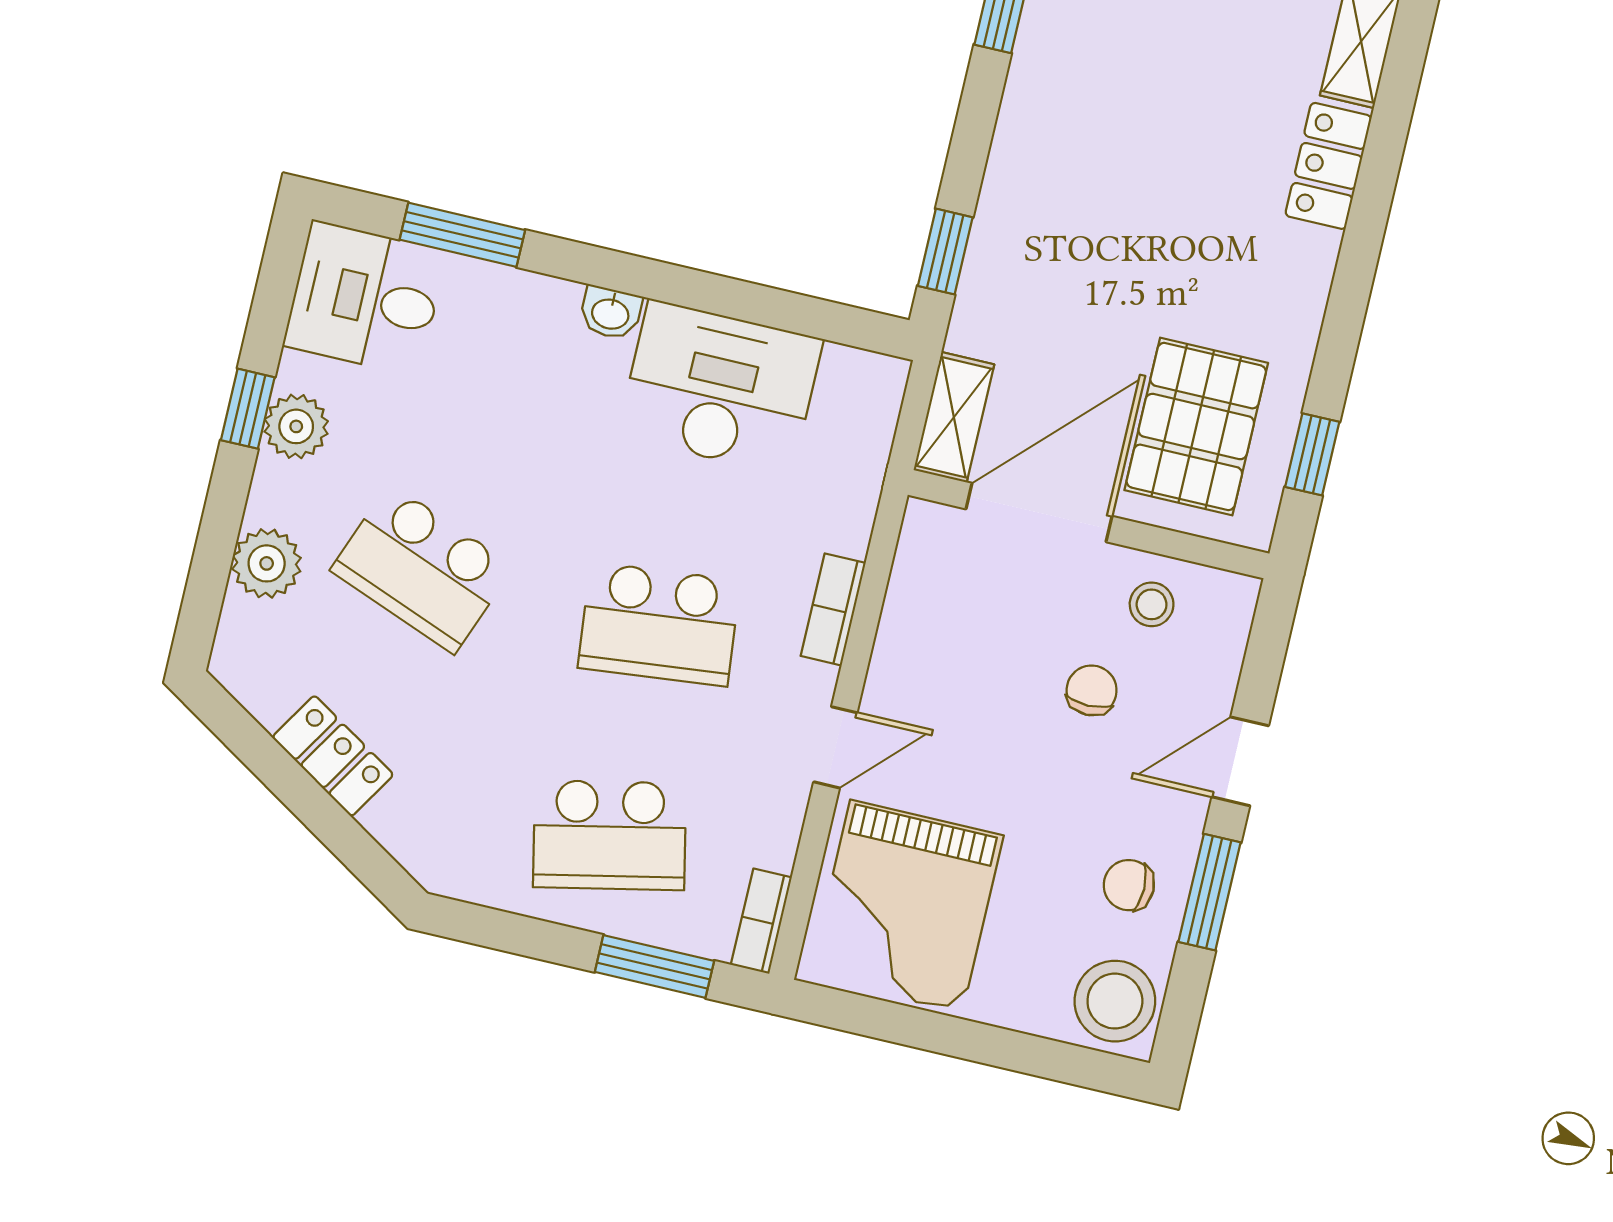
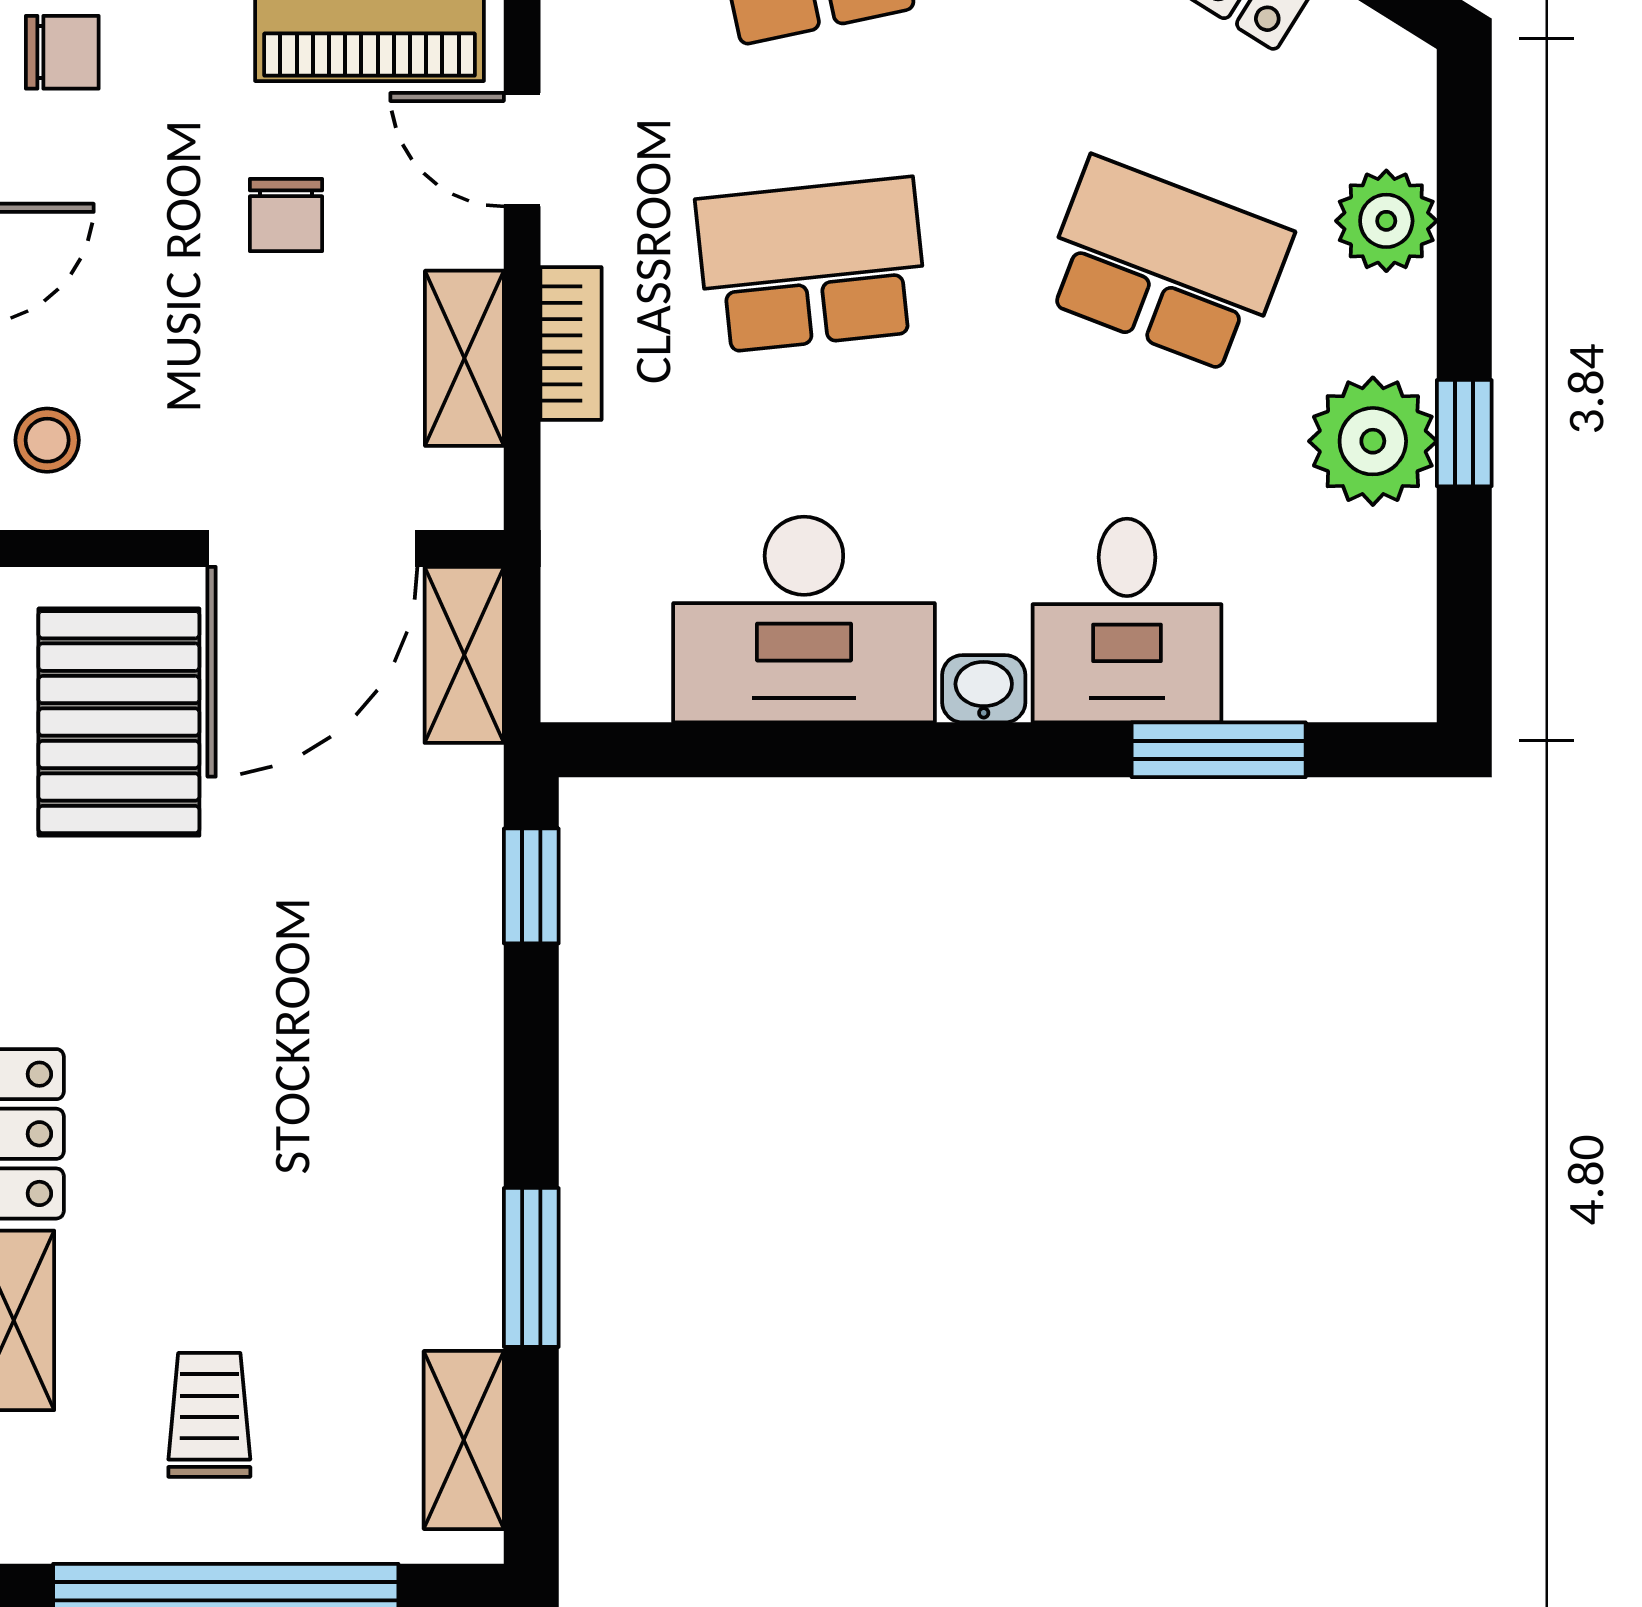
desk: (365, 298) -> (1127, 621), moved, turned 90
plant: (296, 426) -> (1373, 441), width x1.36, depth x1.36
stool: (1152, 604) -> (47, 440), moved
shelving: (907, 616) -> (464, 358), added
chair: (1092, 690) -> (286, 215), moved
door: (835, 747) -> (522, 150), hinge flipped

